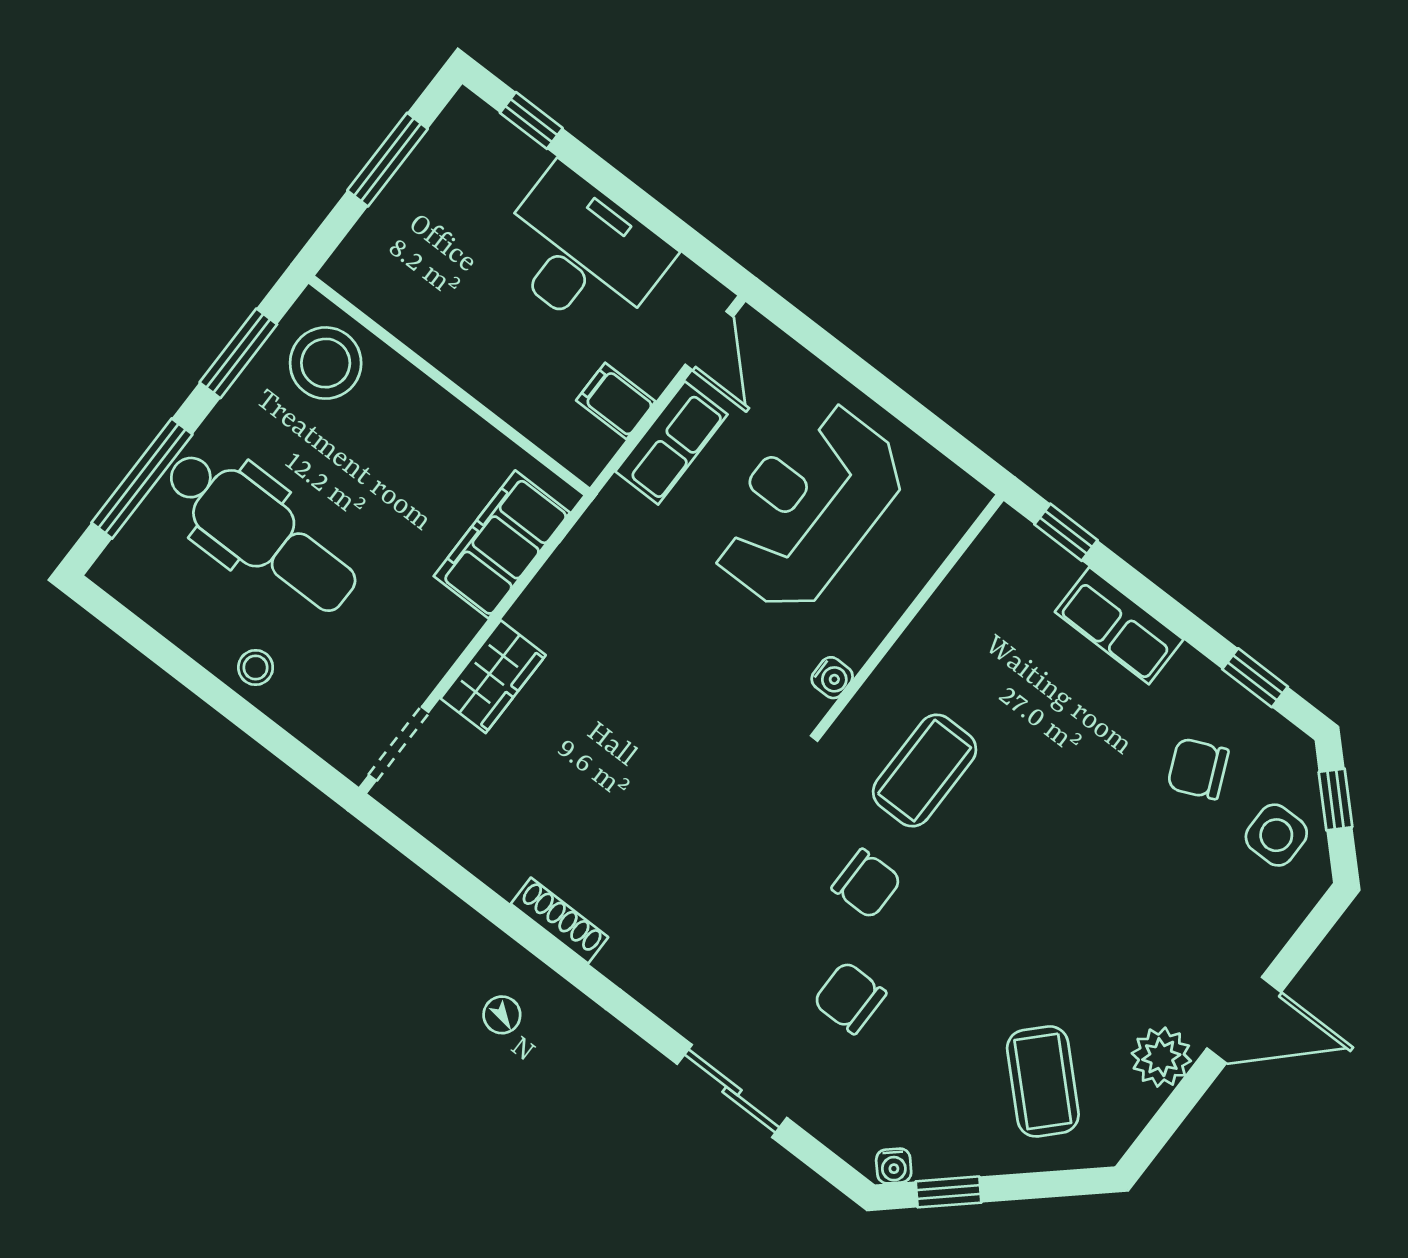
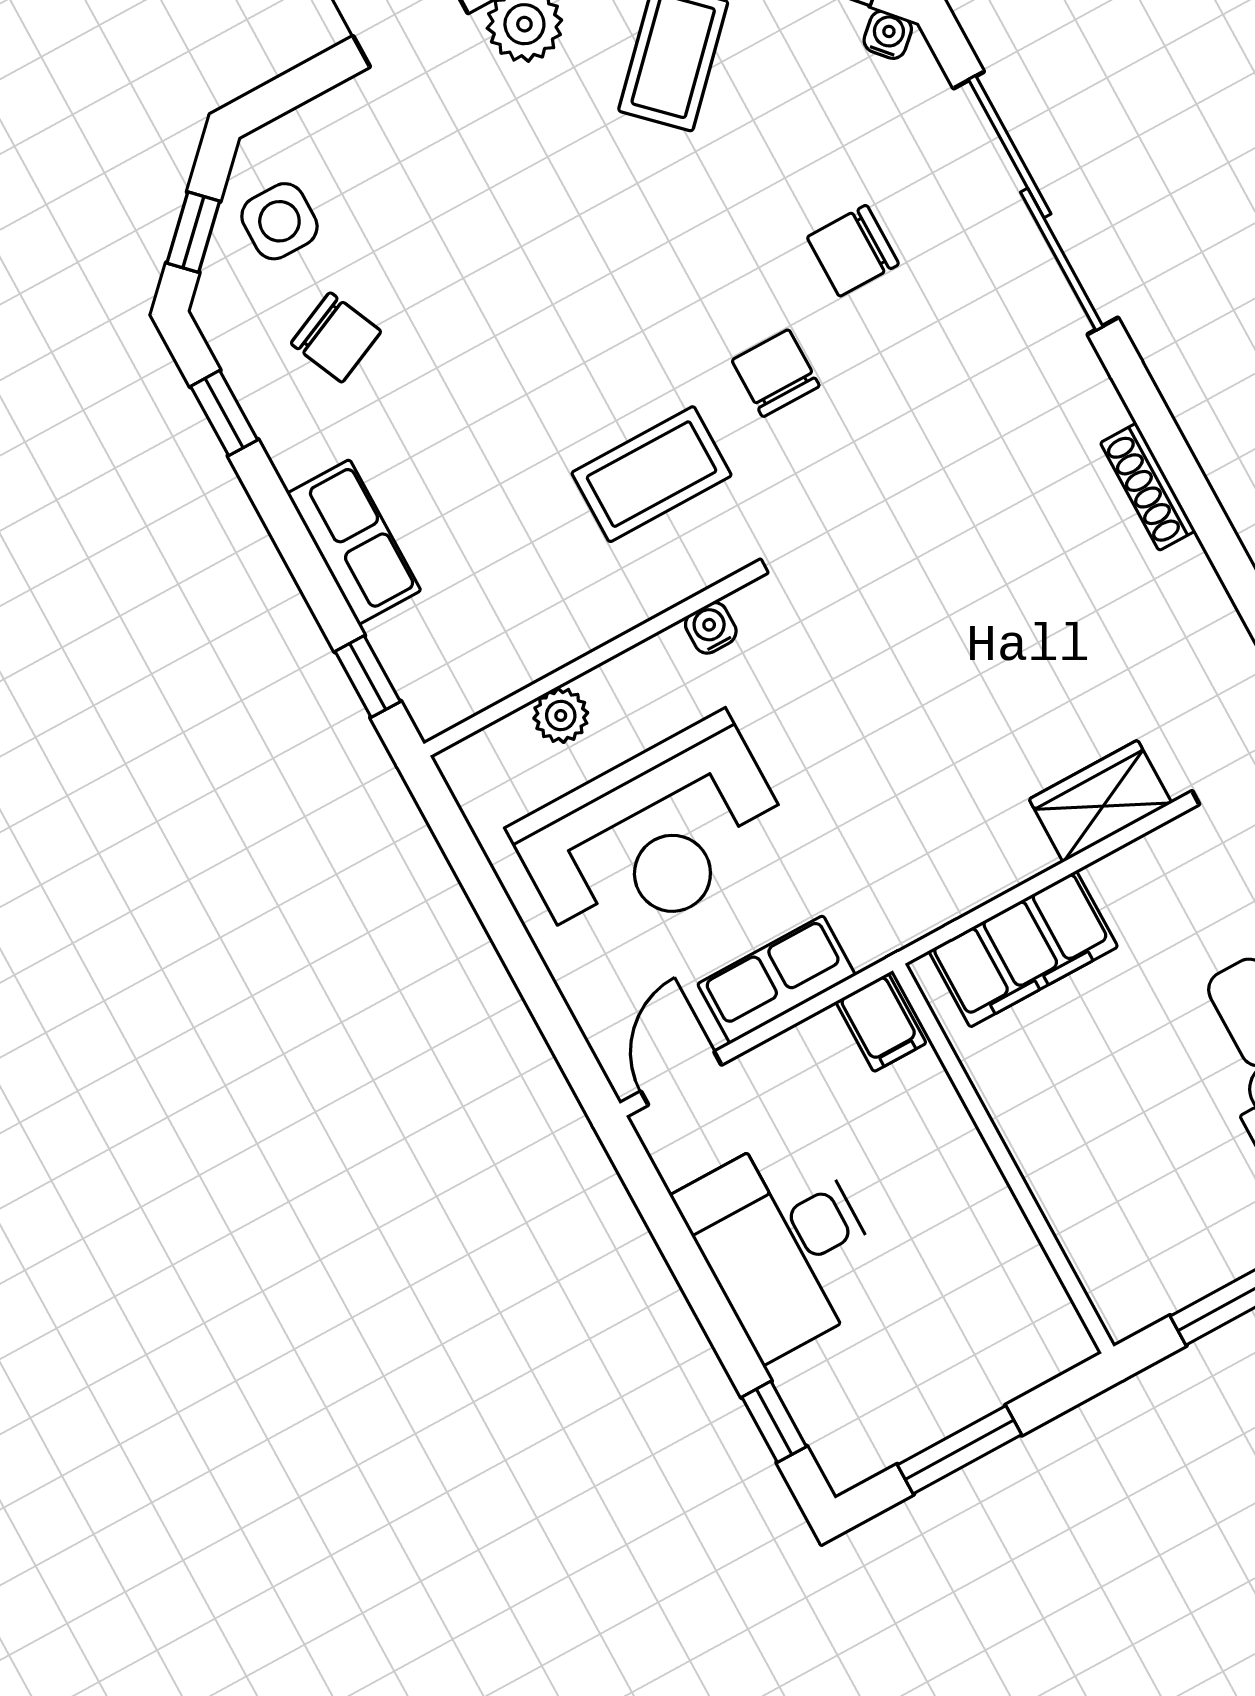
stool: (326, 363) -> (1134, 1247), removed
filing cabinet: (616, 401) -> (881, 1022), moved
plant: (913, 566) -> (561, 715), added
chair: (850, 998) -> (853, 251), turned 90
sliding door: (732, 1091) -> (1036, 203), width x1.86

